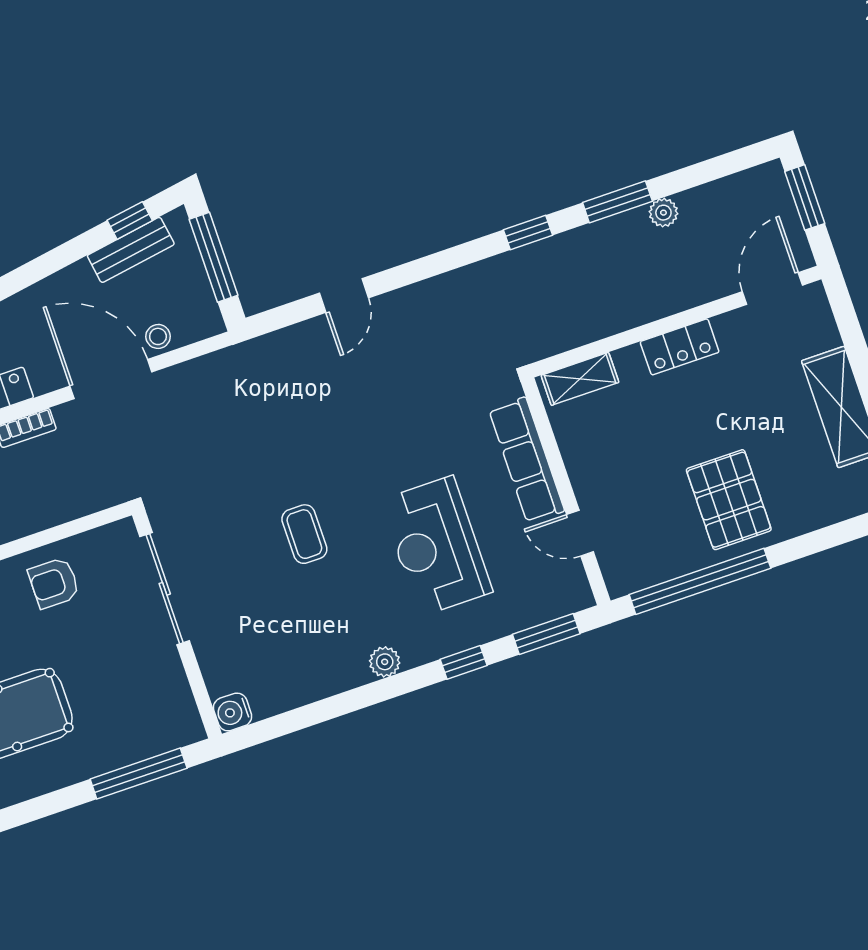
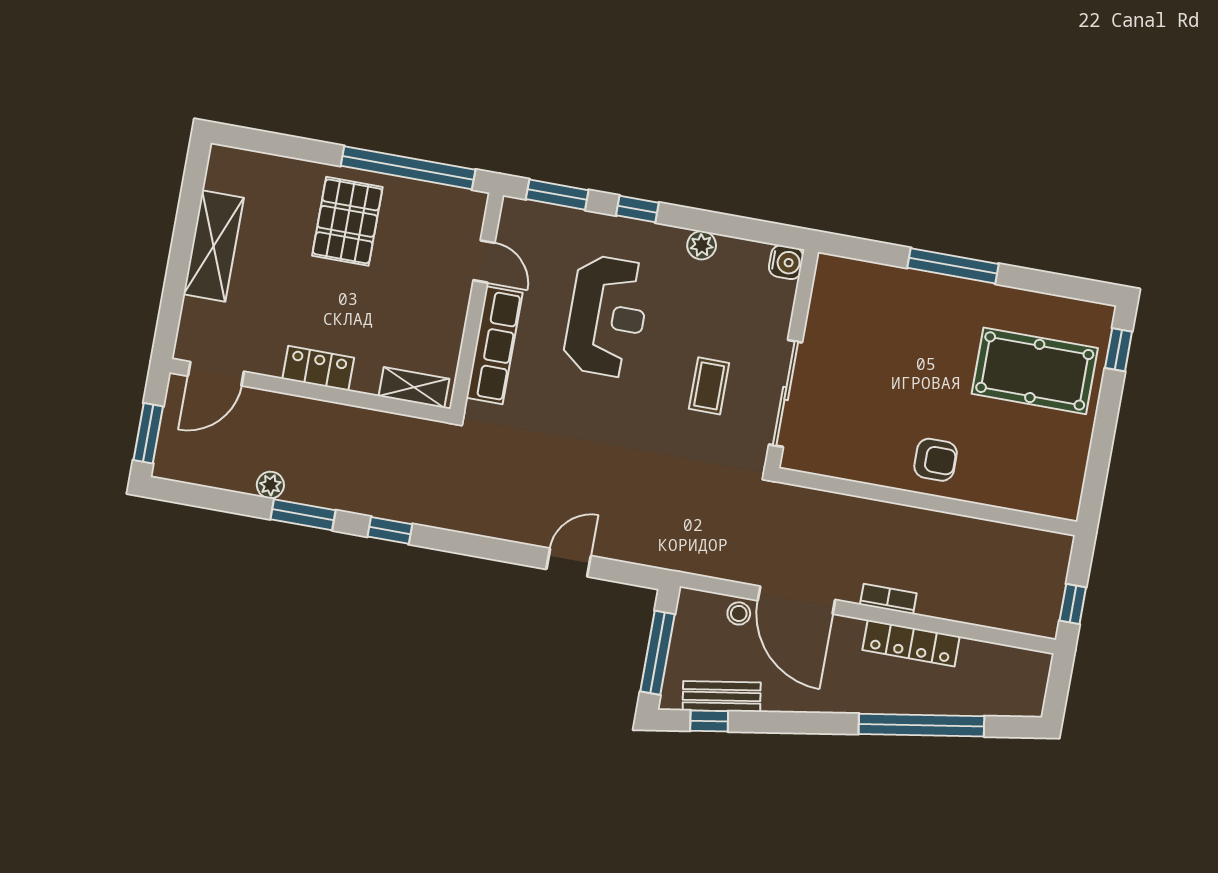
sliding door: (165, 589) -> (785, 393), moved
wall: (177, 625) -> (792, 359), moved
water cooler: (233, 712) -> (786, 262), moved

